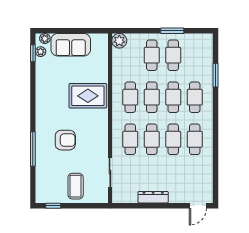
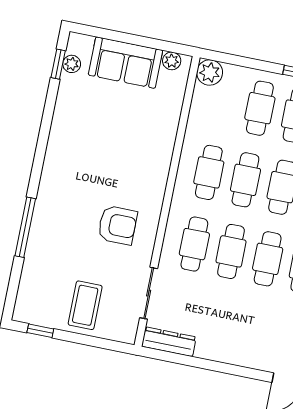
plant: (45, 39) -> (172, 61), moved
rug: (88, 96) -> (137, 155), removed
armchair: (65, 140) -> (117, 225), moved
dresser: (153, 197) -> (169, 342), moved

